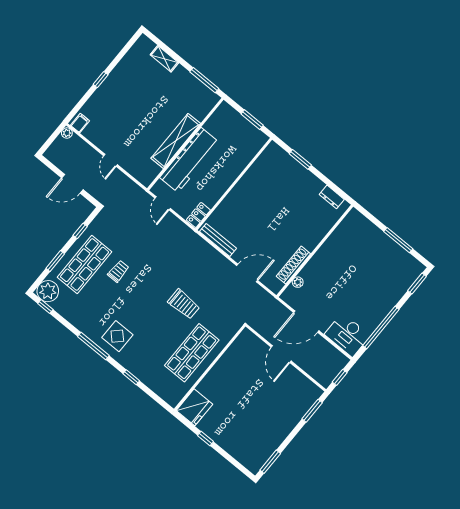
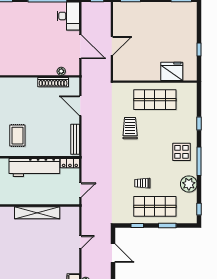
workbench: (189, 160) -> (34, 167), moved, turned 180
rug: (269, 185) -> (17, 136), added
plant: (48, 291) -> (189, 184), moved
fridge: (194, 407) -> (172, 71), moved

